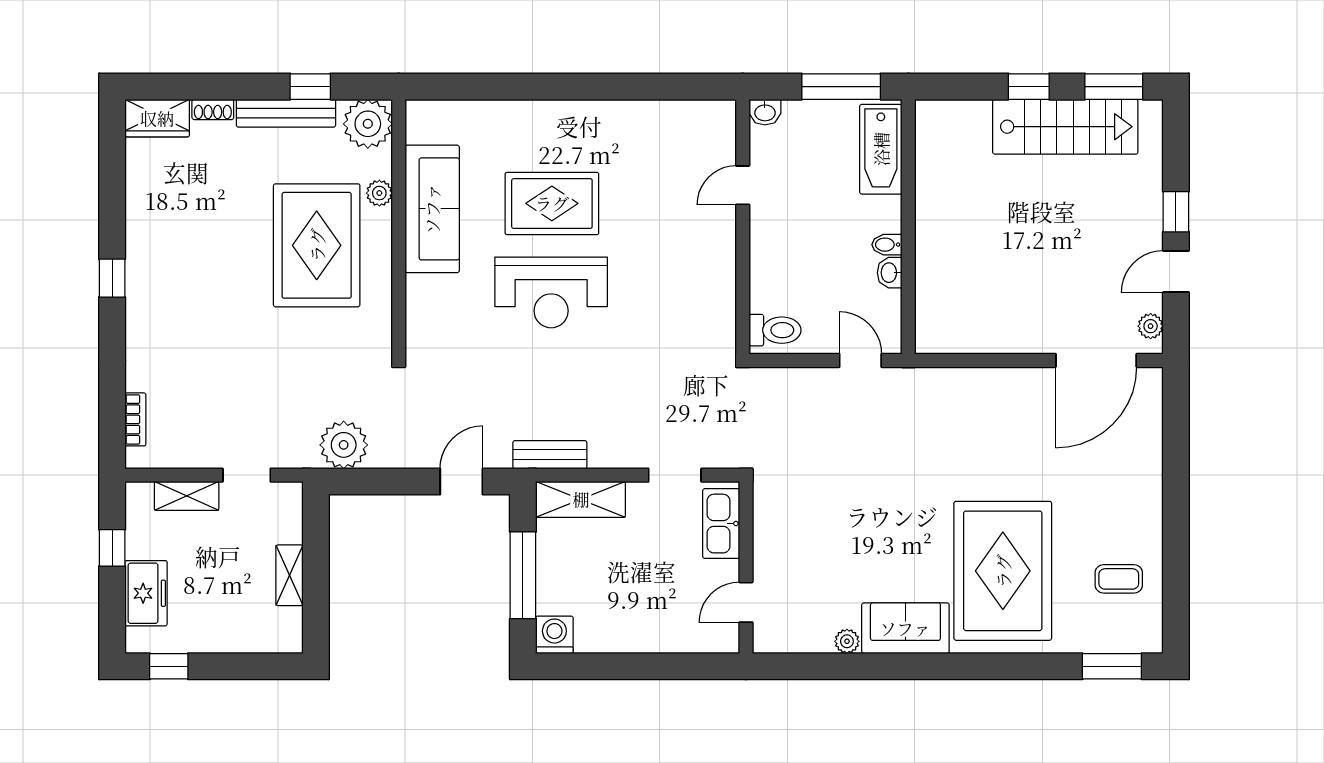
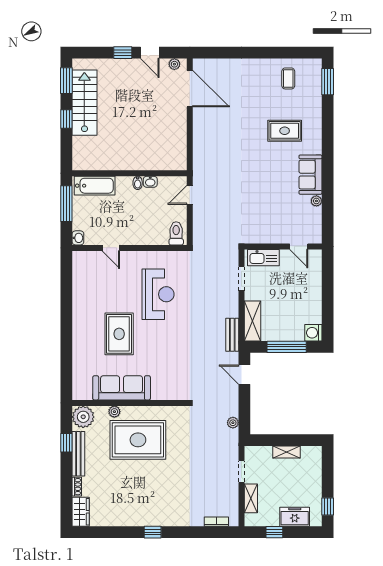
reception desk: (551, 292) -> (158, 294), moved
plant: (344, 445) -> (233, 423), width x0.53, depth x0.53
rug: (1003, 571) -> (285, 131), width x0.54, depth x0.49

